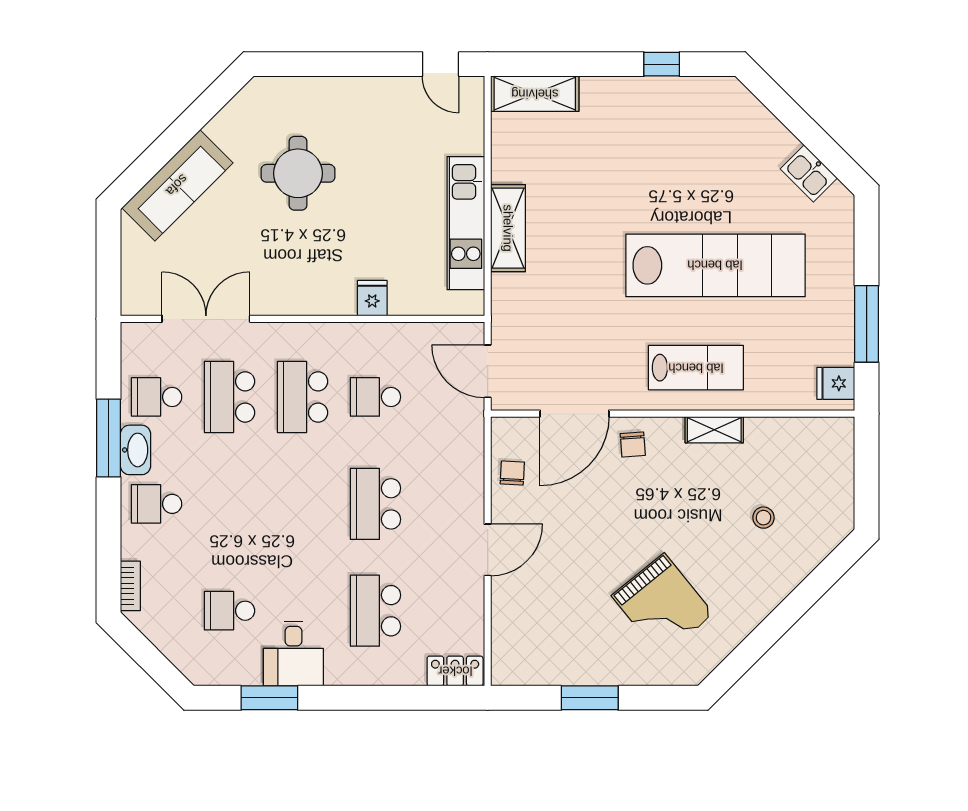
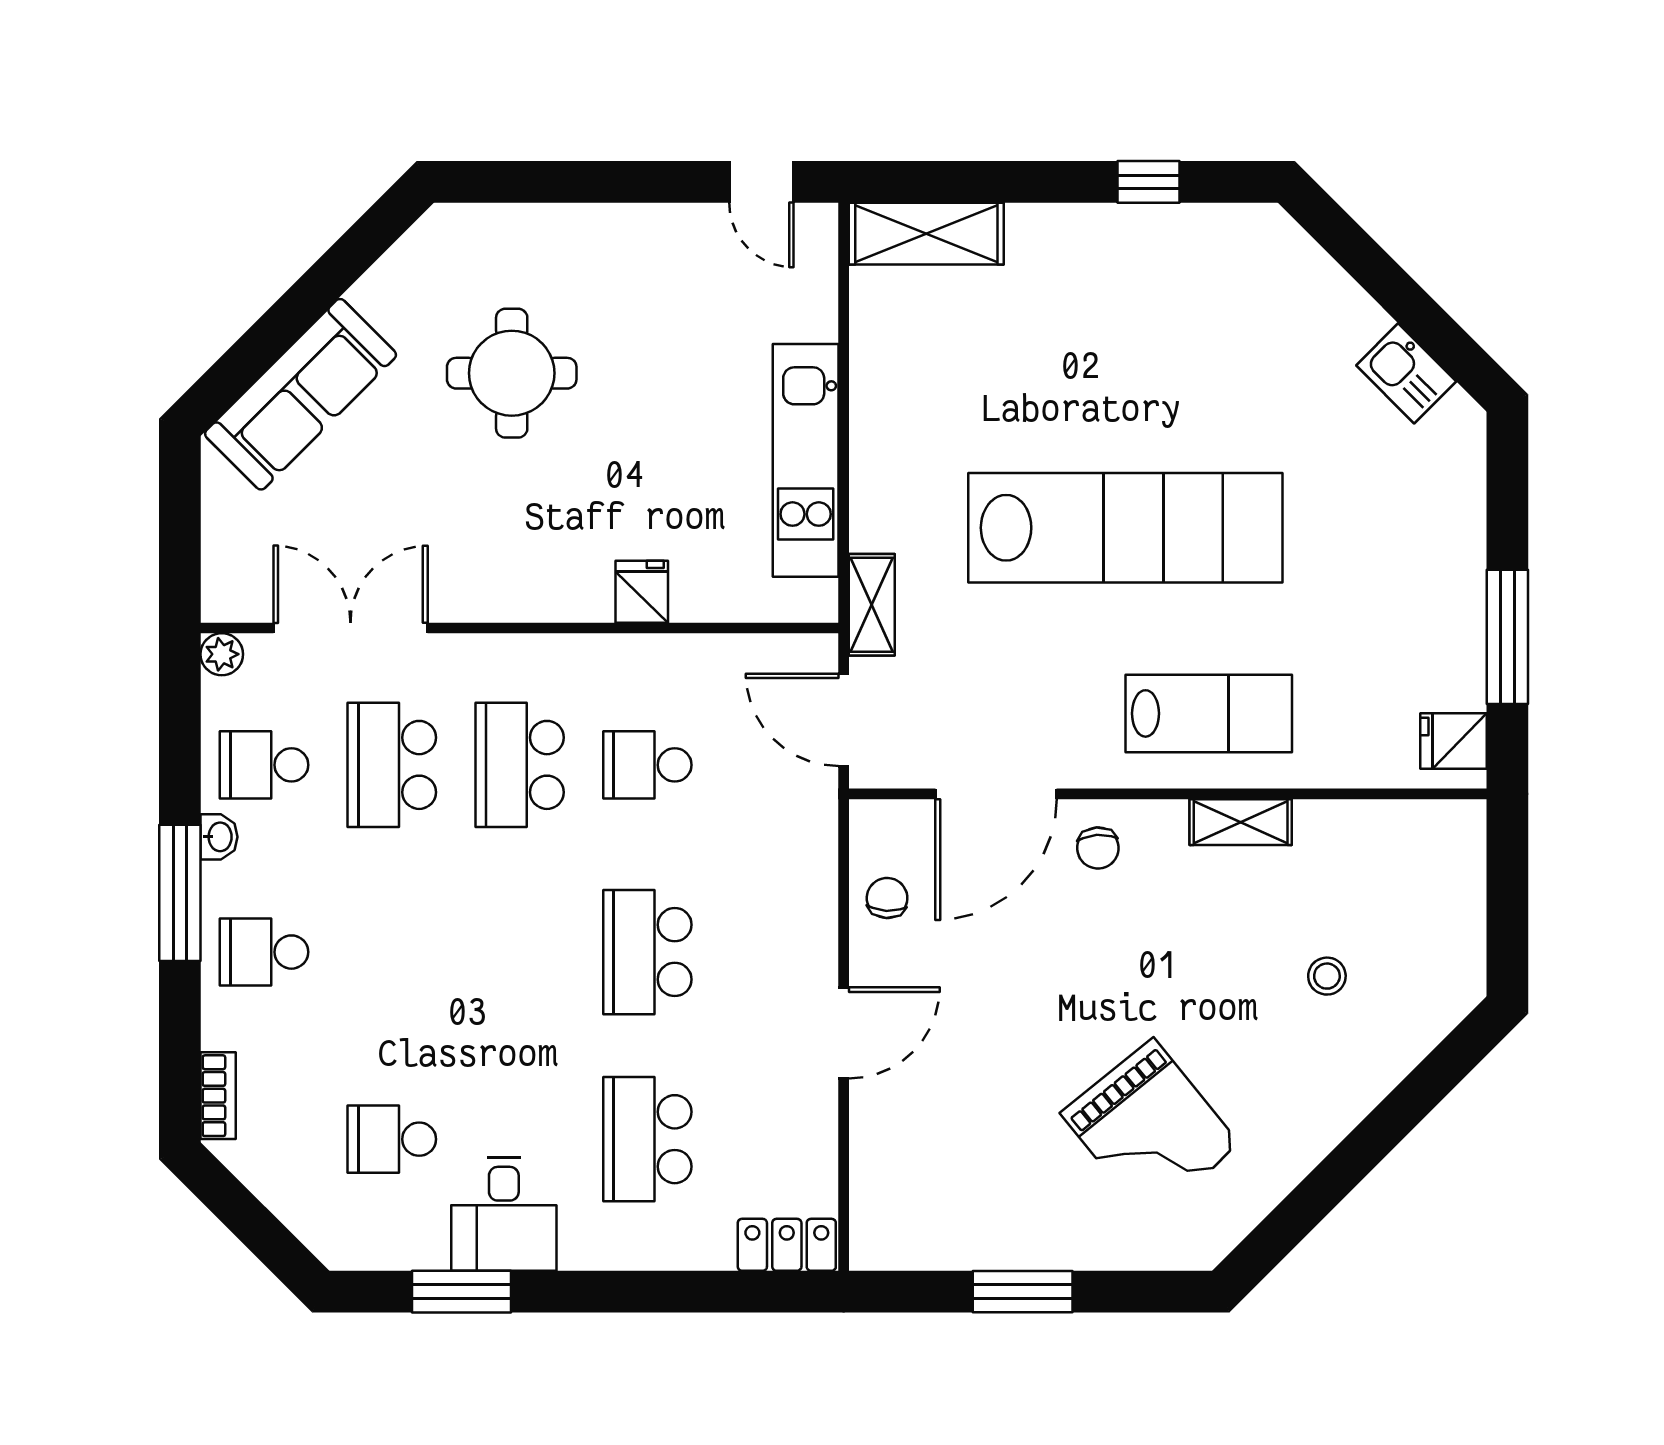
shelving: (508, 228) -> (872, 605), moved, width x0.67, depth x0.75
lab bench: (715, 265) -> (1125, 528), moved
plant: (132, 334) -> (222, 654), added
window: (109, 438) -> (180, 893), moved
washbasin: (136, 450) -> (219, 837), width x0.52, depth x0.69

